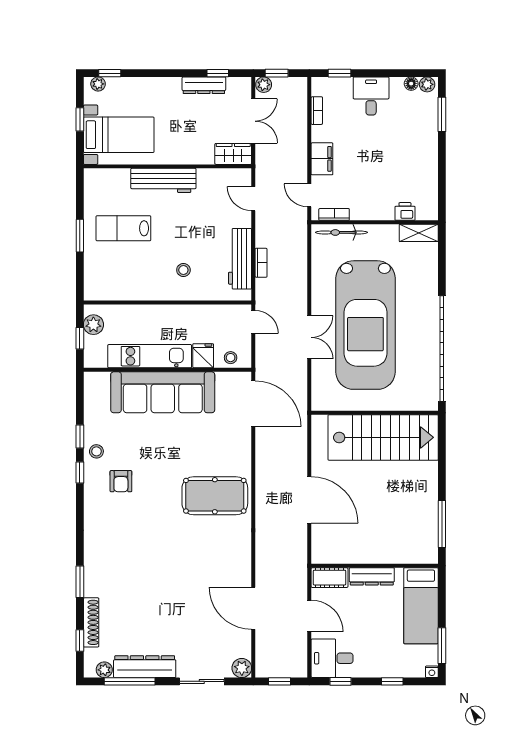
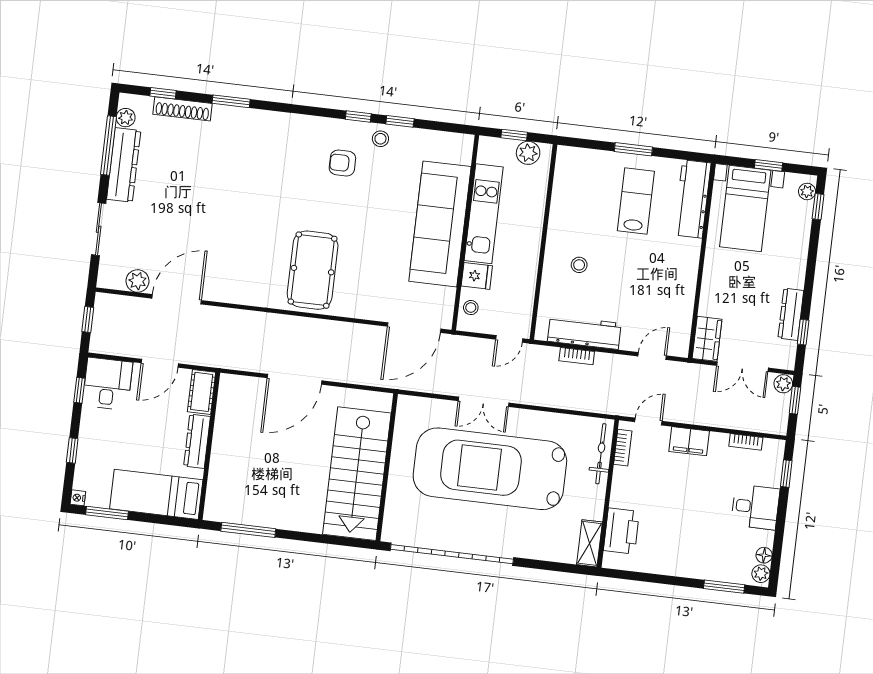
workbench: (163, 180) -> (692, 199), moved
printer: (405, 211) -> (621, 531), width x1.87, depth x1.48
plant: (242, 668) -> (138, 281), moved

